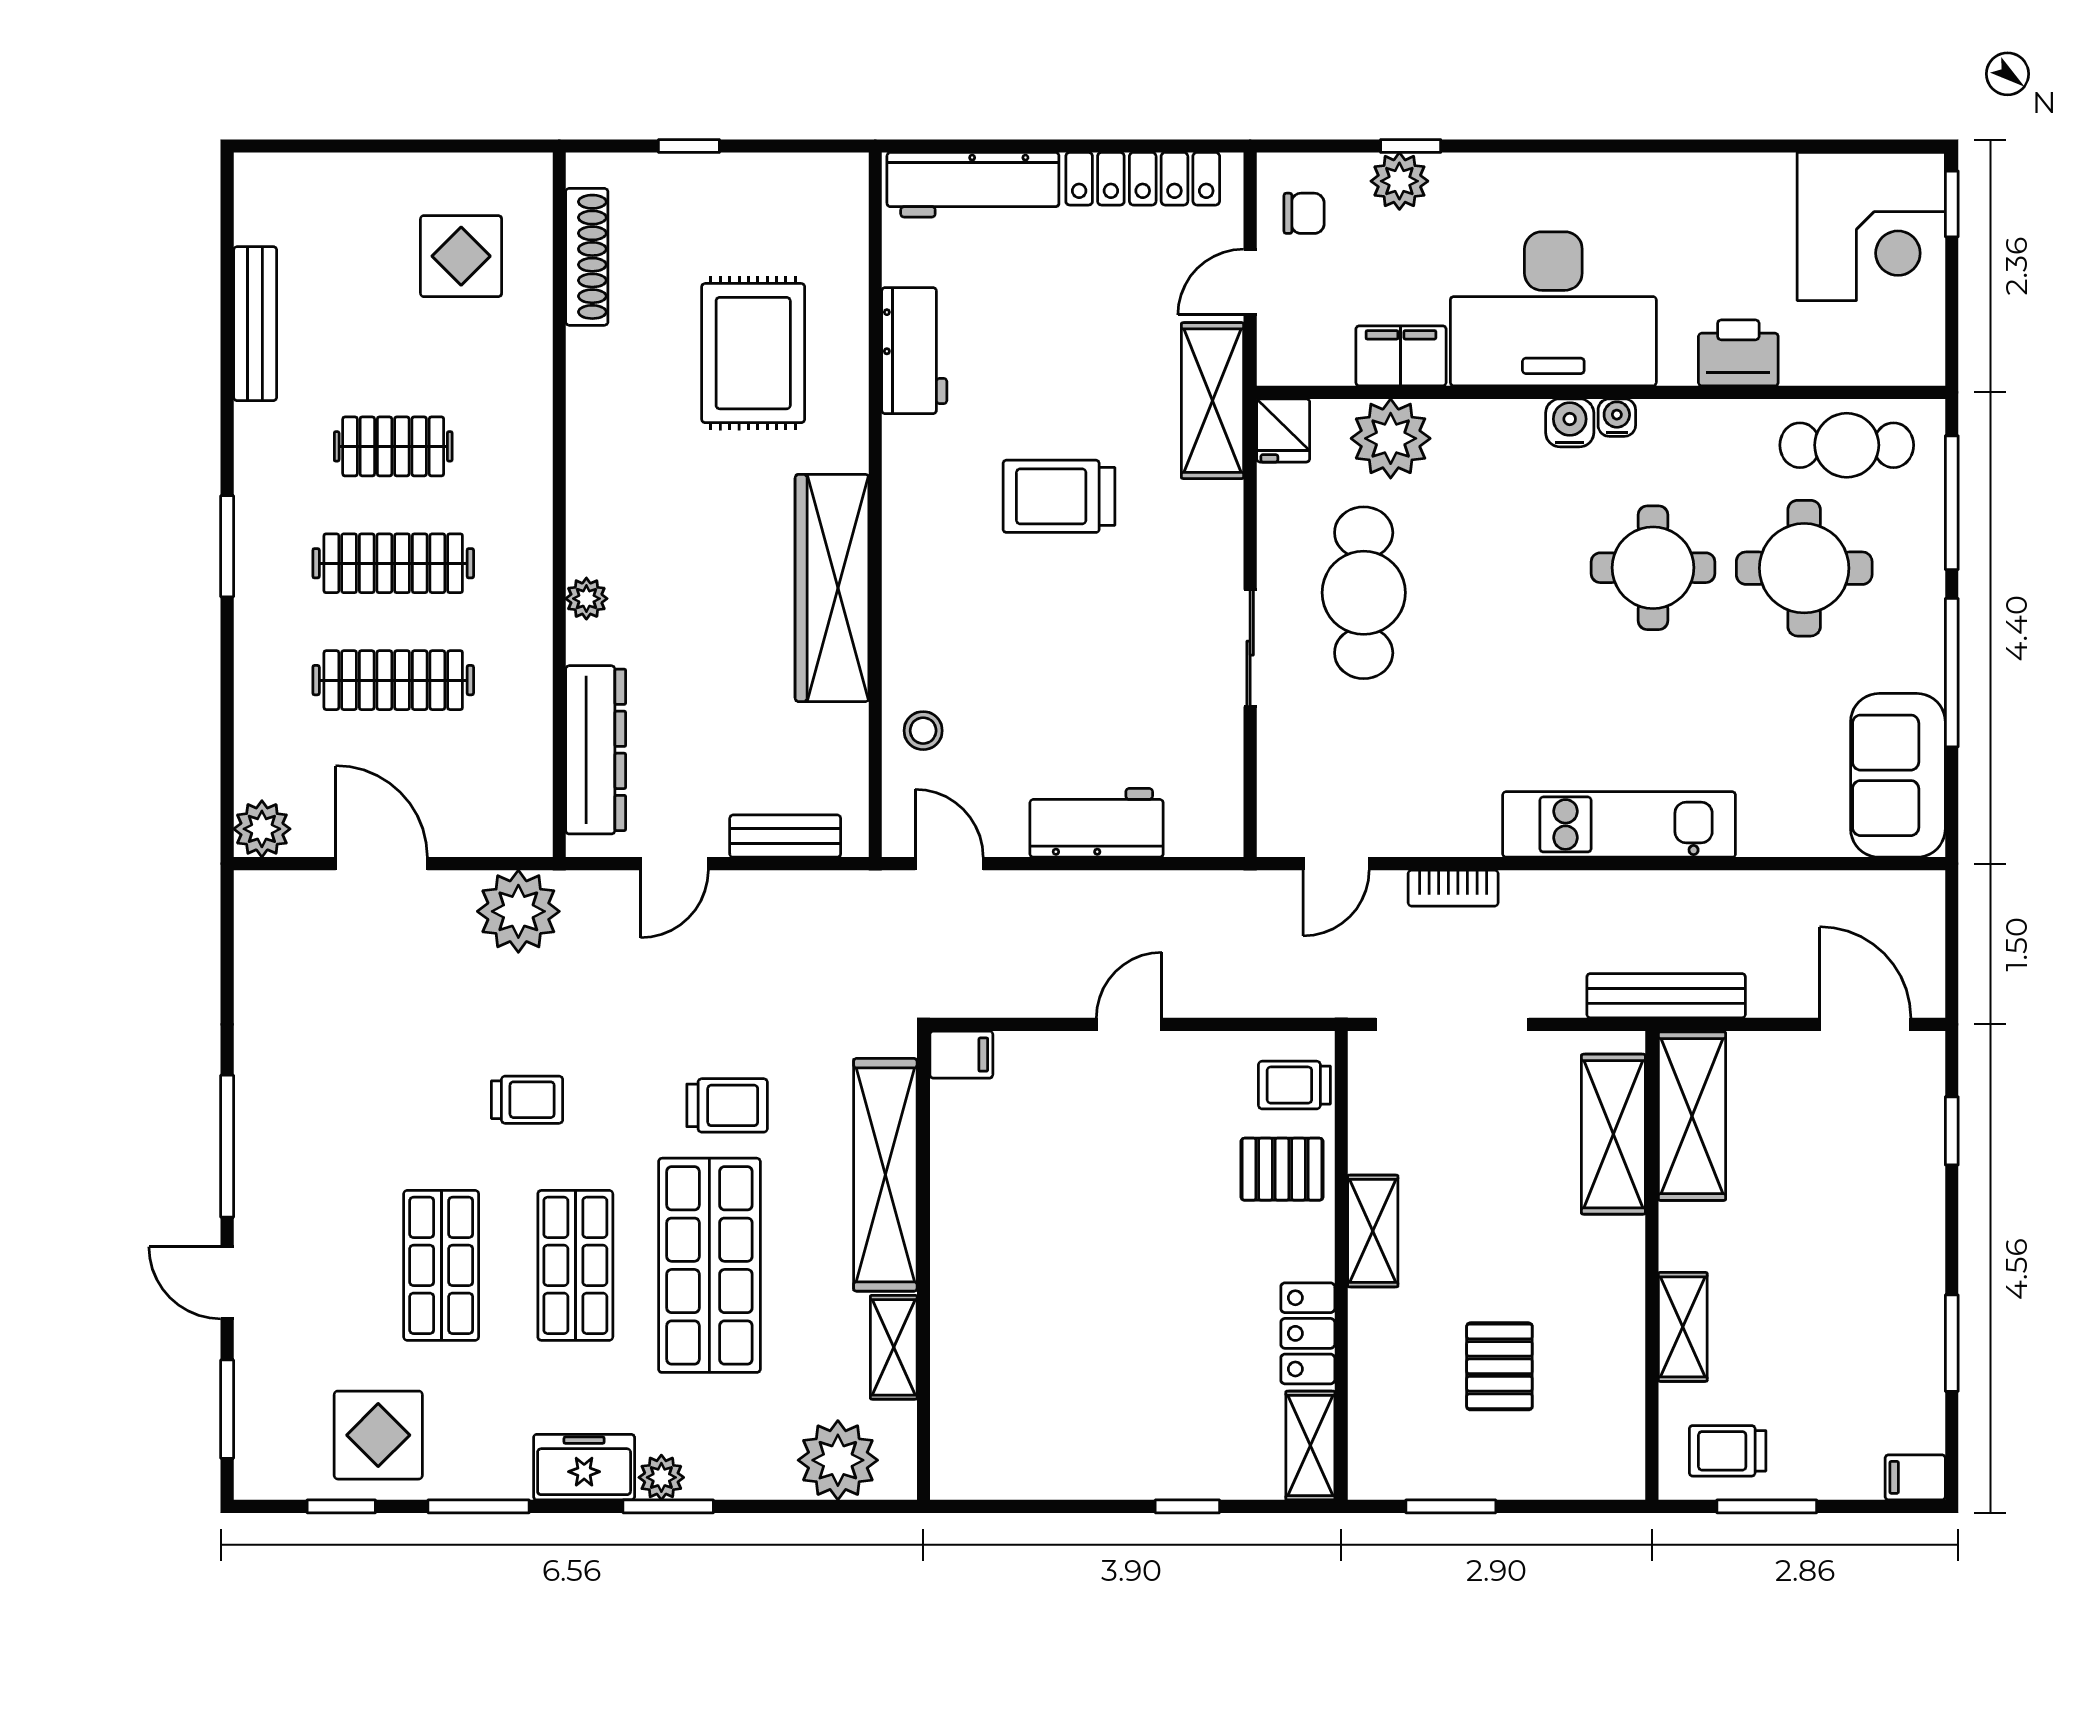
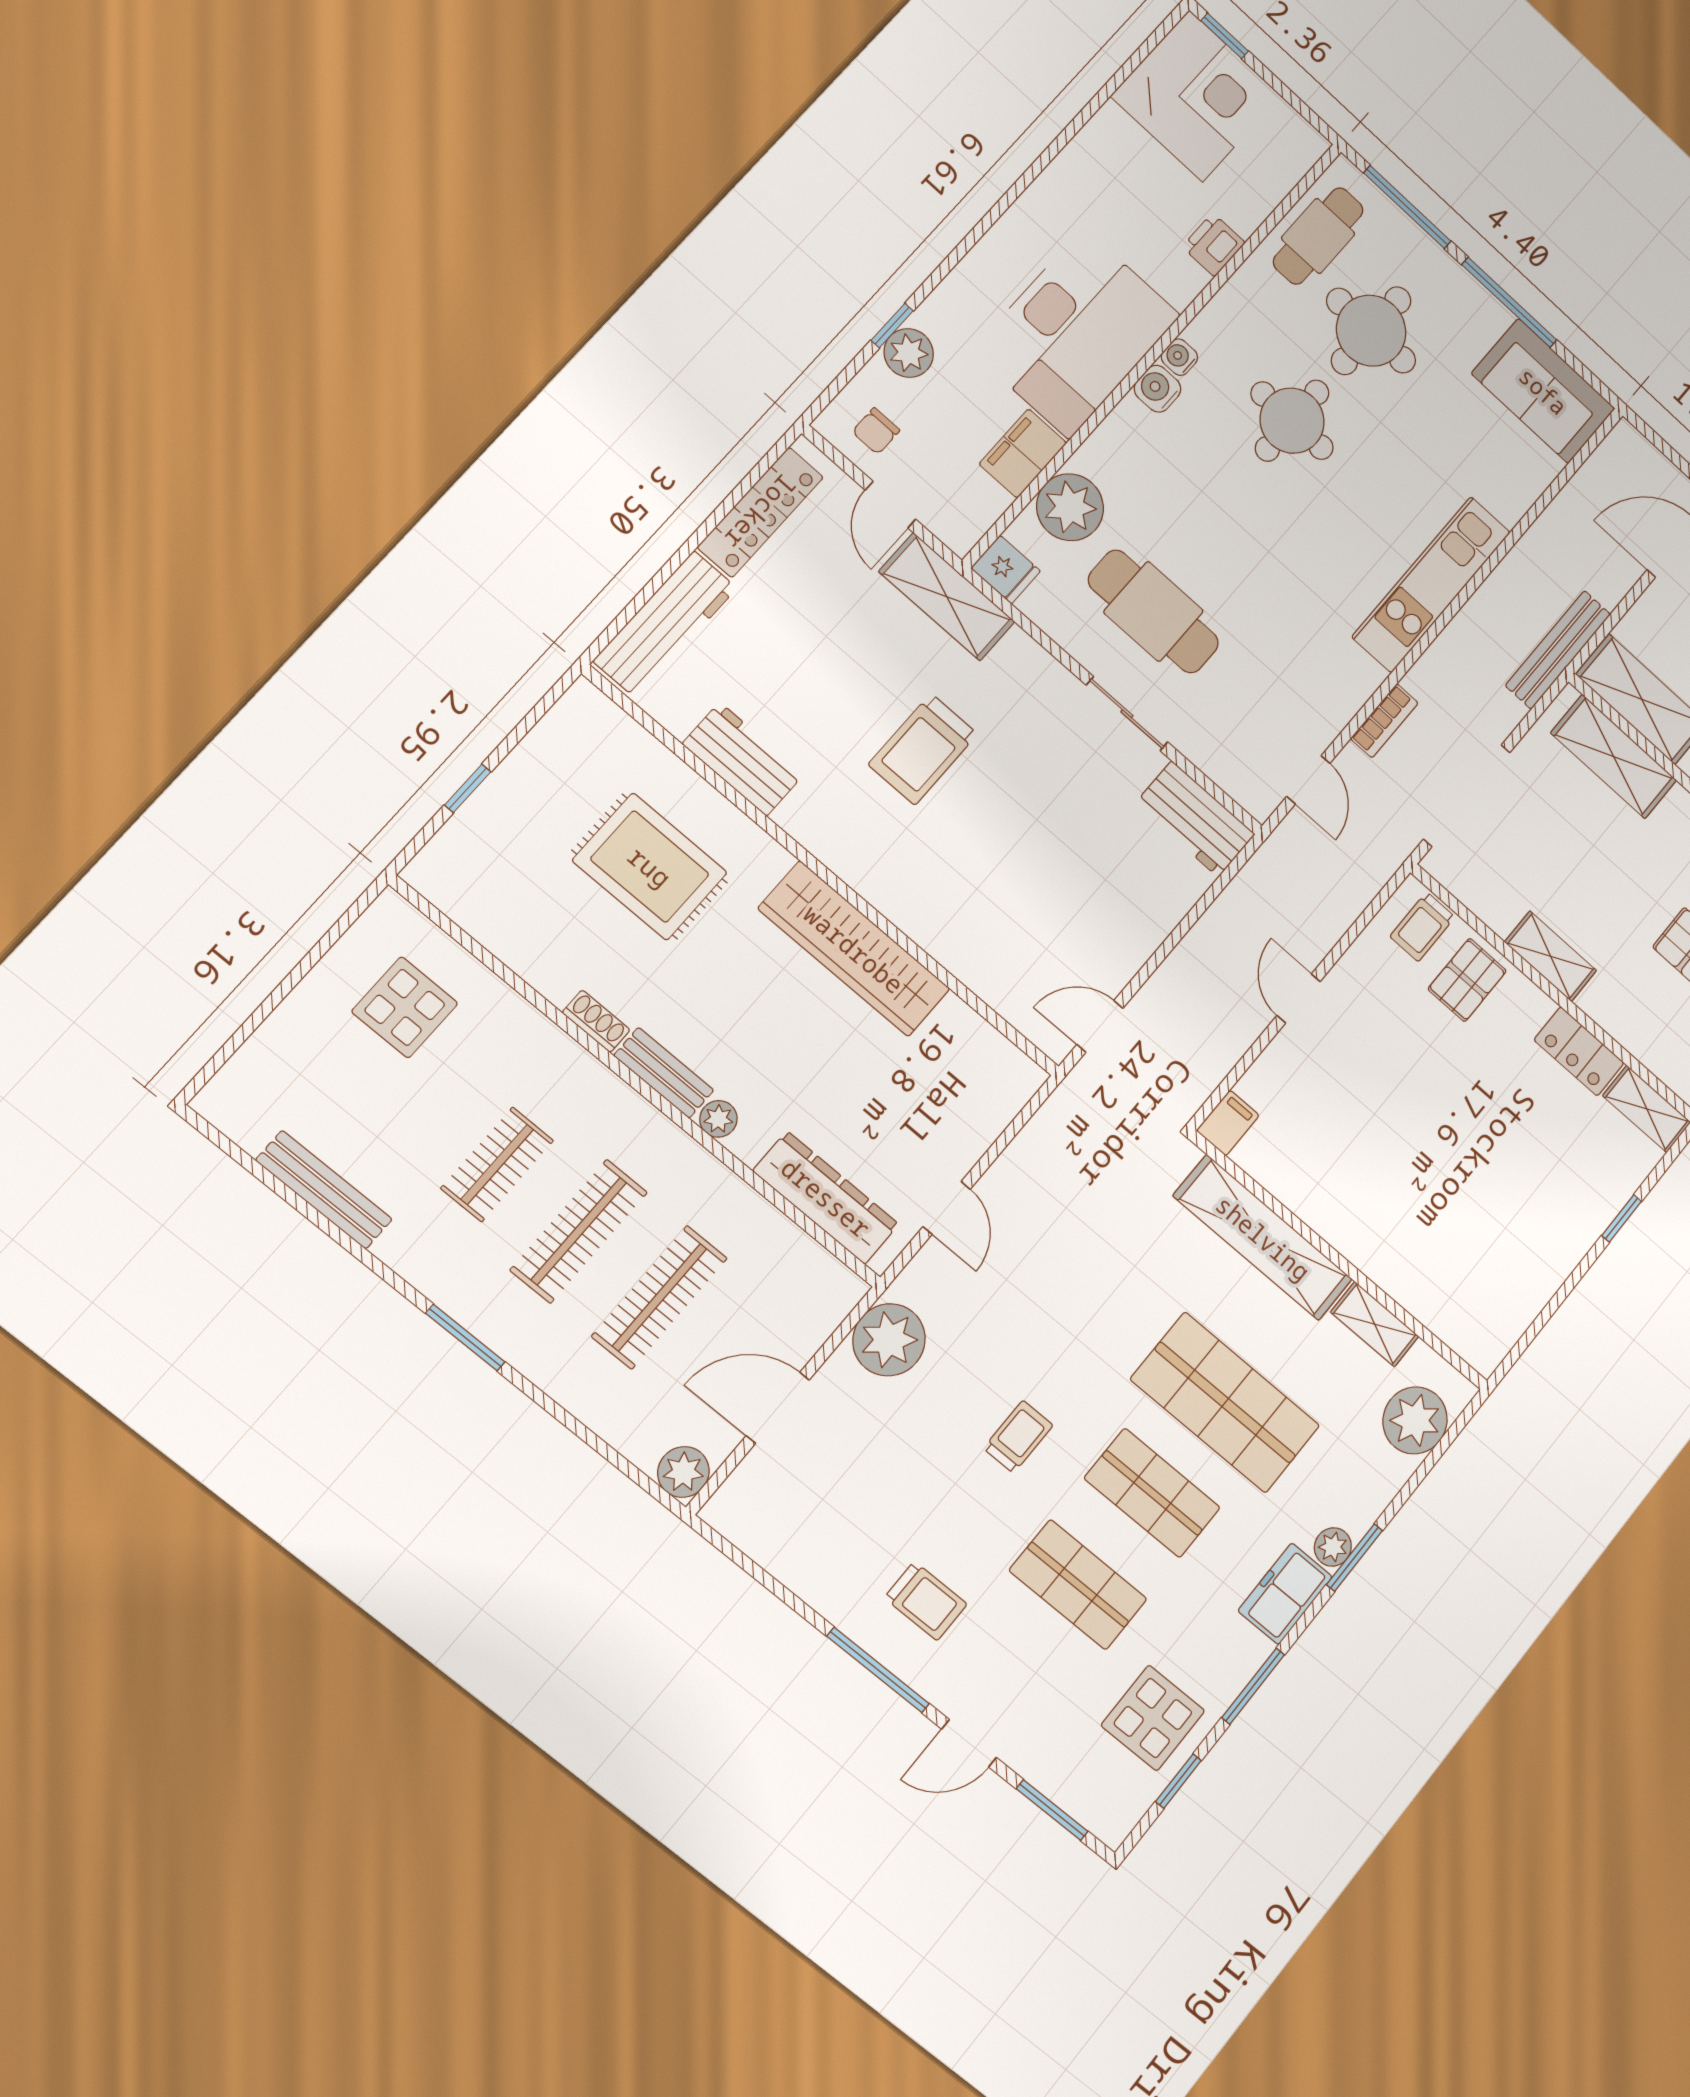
chair: (1304, 213) -> (876, 431), turned 180
shoe rack: (587, 257) -> (596, 1021), moved, width x0.51, depth x0.81
printer: (1738, 353) -> (1214, 245), width x0.73, depth x0.81
stool: (923, 731) -> (1000, 969), removed
workbench: (1097, 823) -> (1195, 819), moved, turned -90
bench: (785, 836) -> (664, 1073), moved, turned 90
trolley: (727, 1105) -> (926, 1601), moved, turned 90

